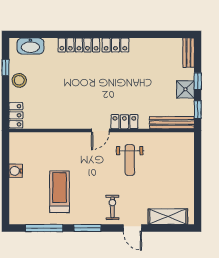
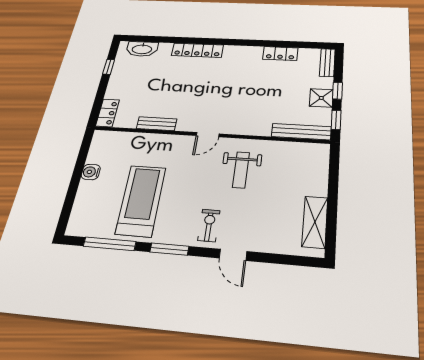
locker: (115, 45) -> (280, 54), moved
stool: (19, 80) -> (121, 79), removed
locker: (124, 122) -> (240, 127), removed
bench: (58, 123) -> (157, 124), added
treadmill: (59, 192) -> (141, 200), width x1.37, depth x1.38
shelving: (168, 217) -> (315, 222), moved, turned 90

